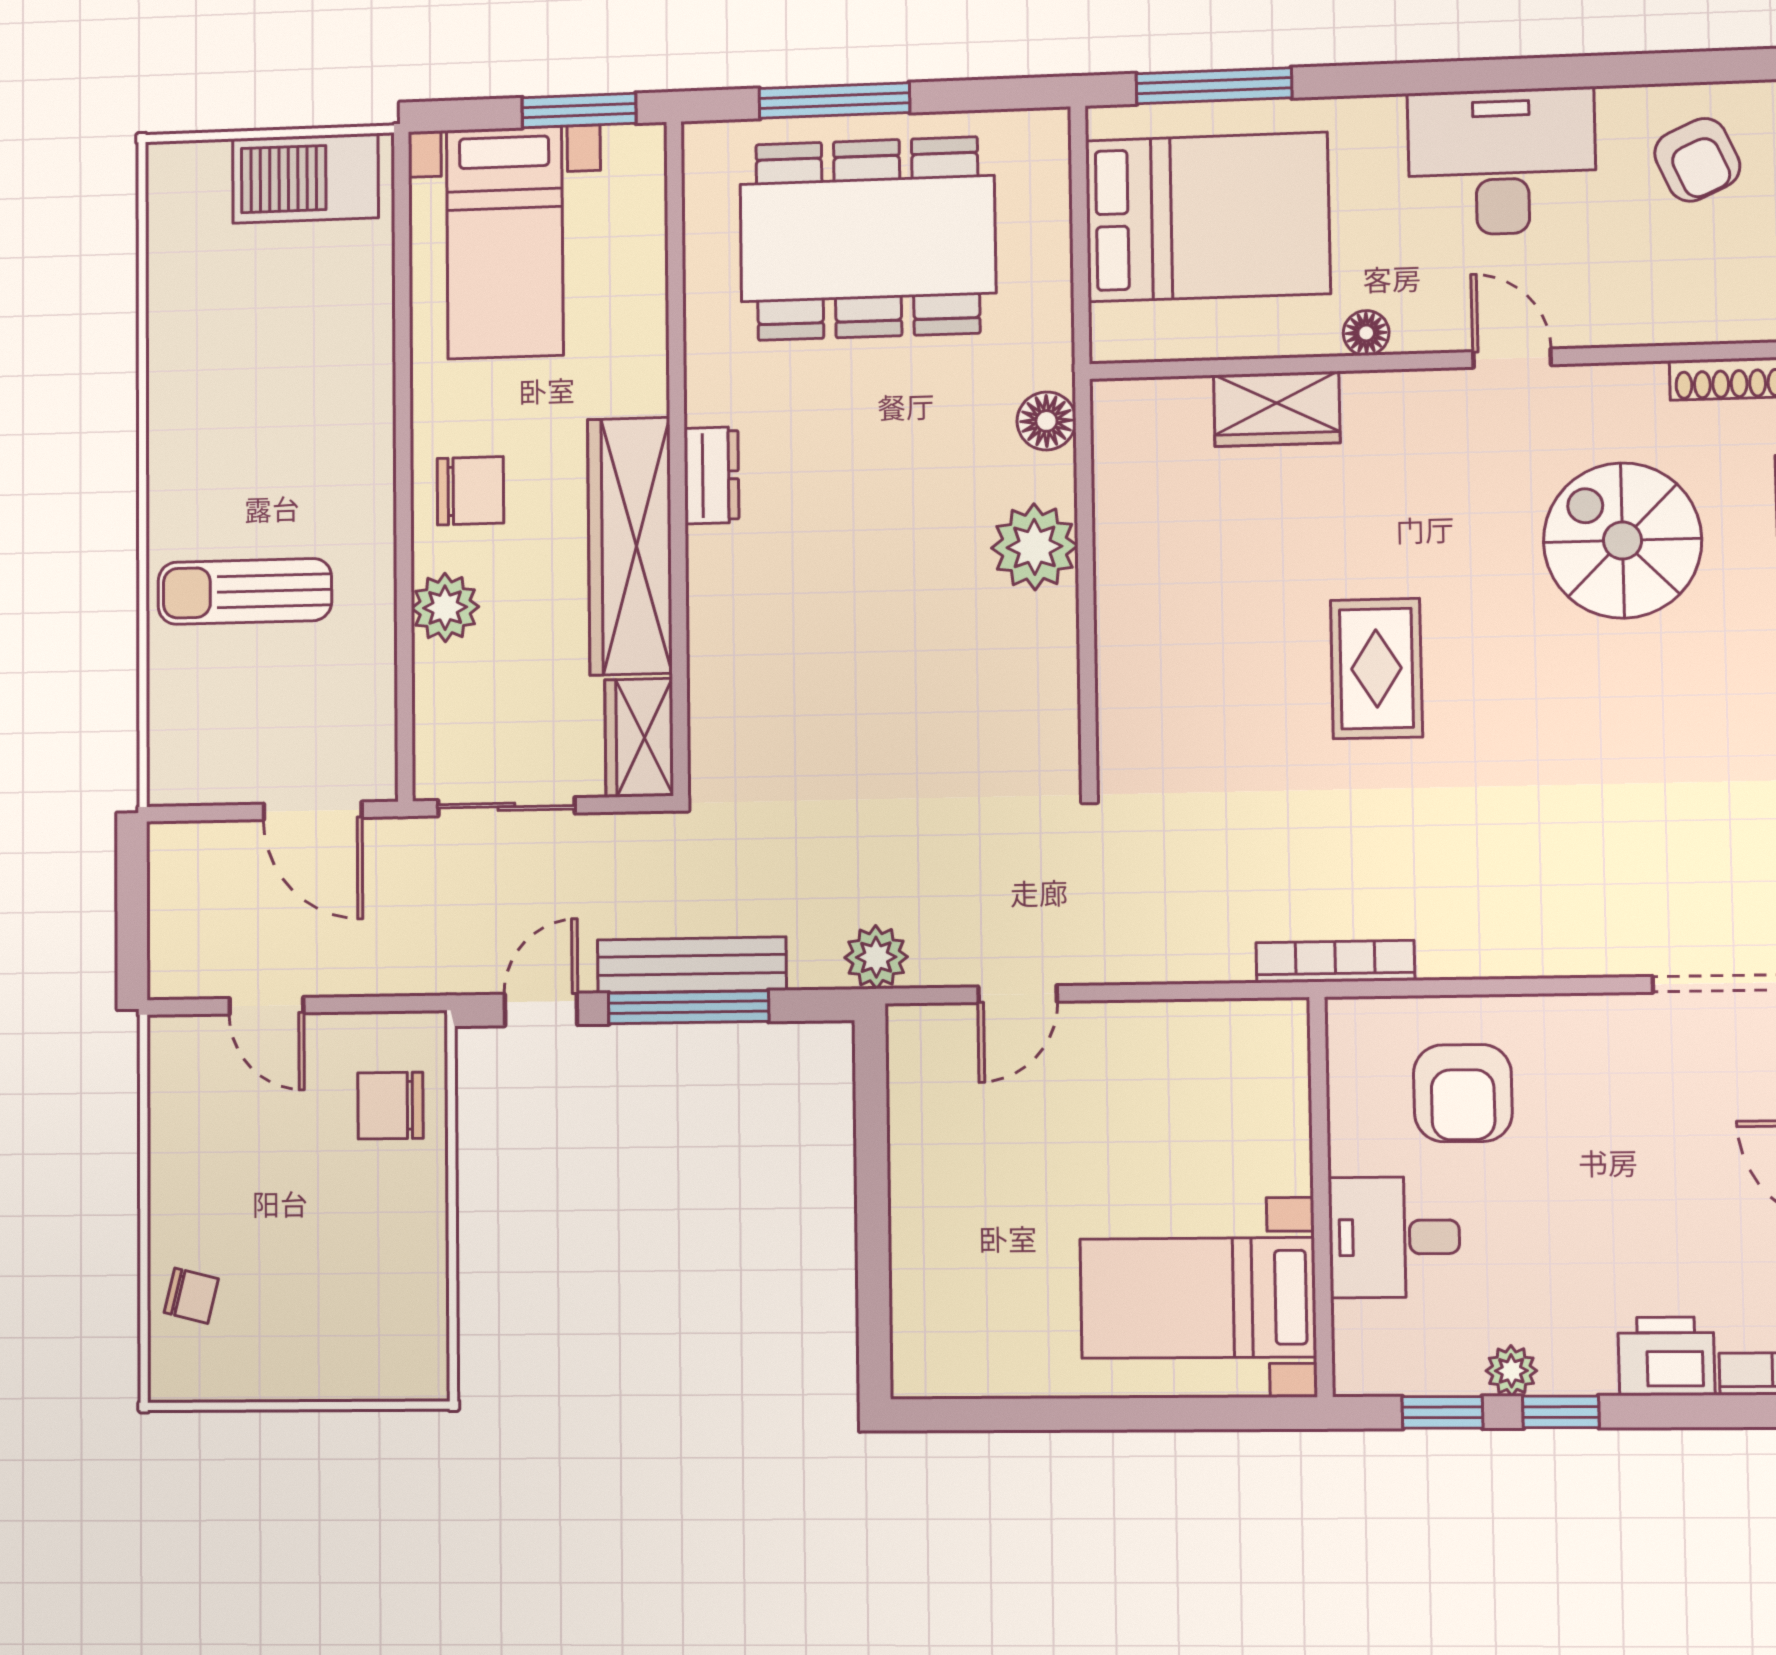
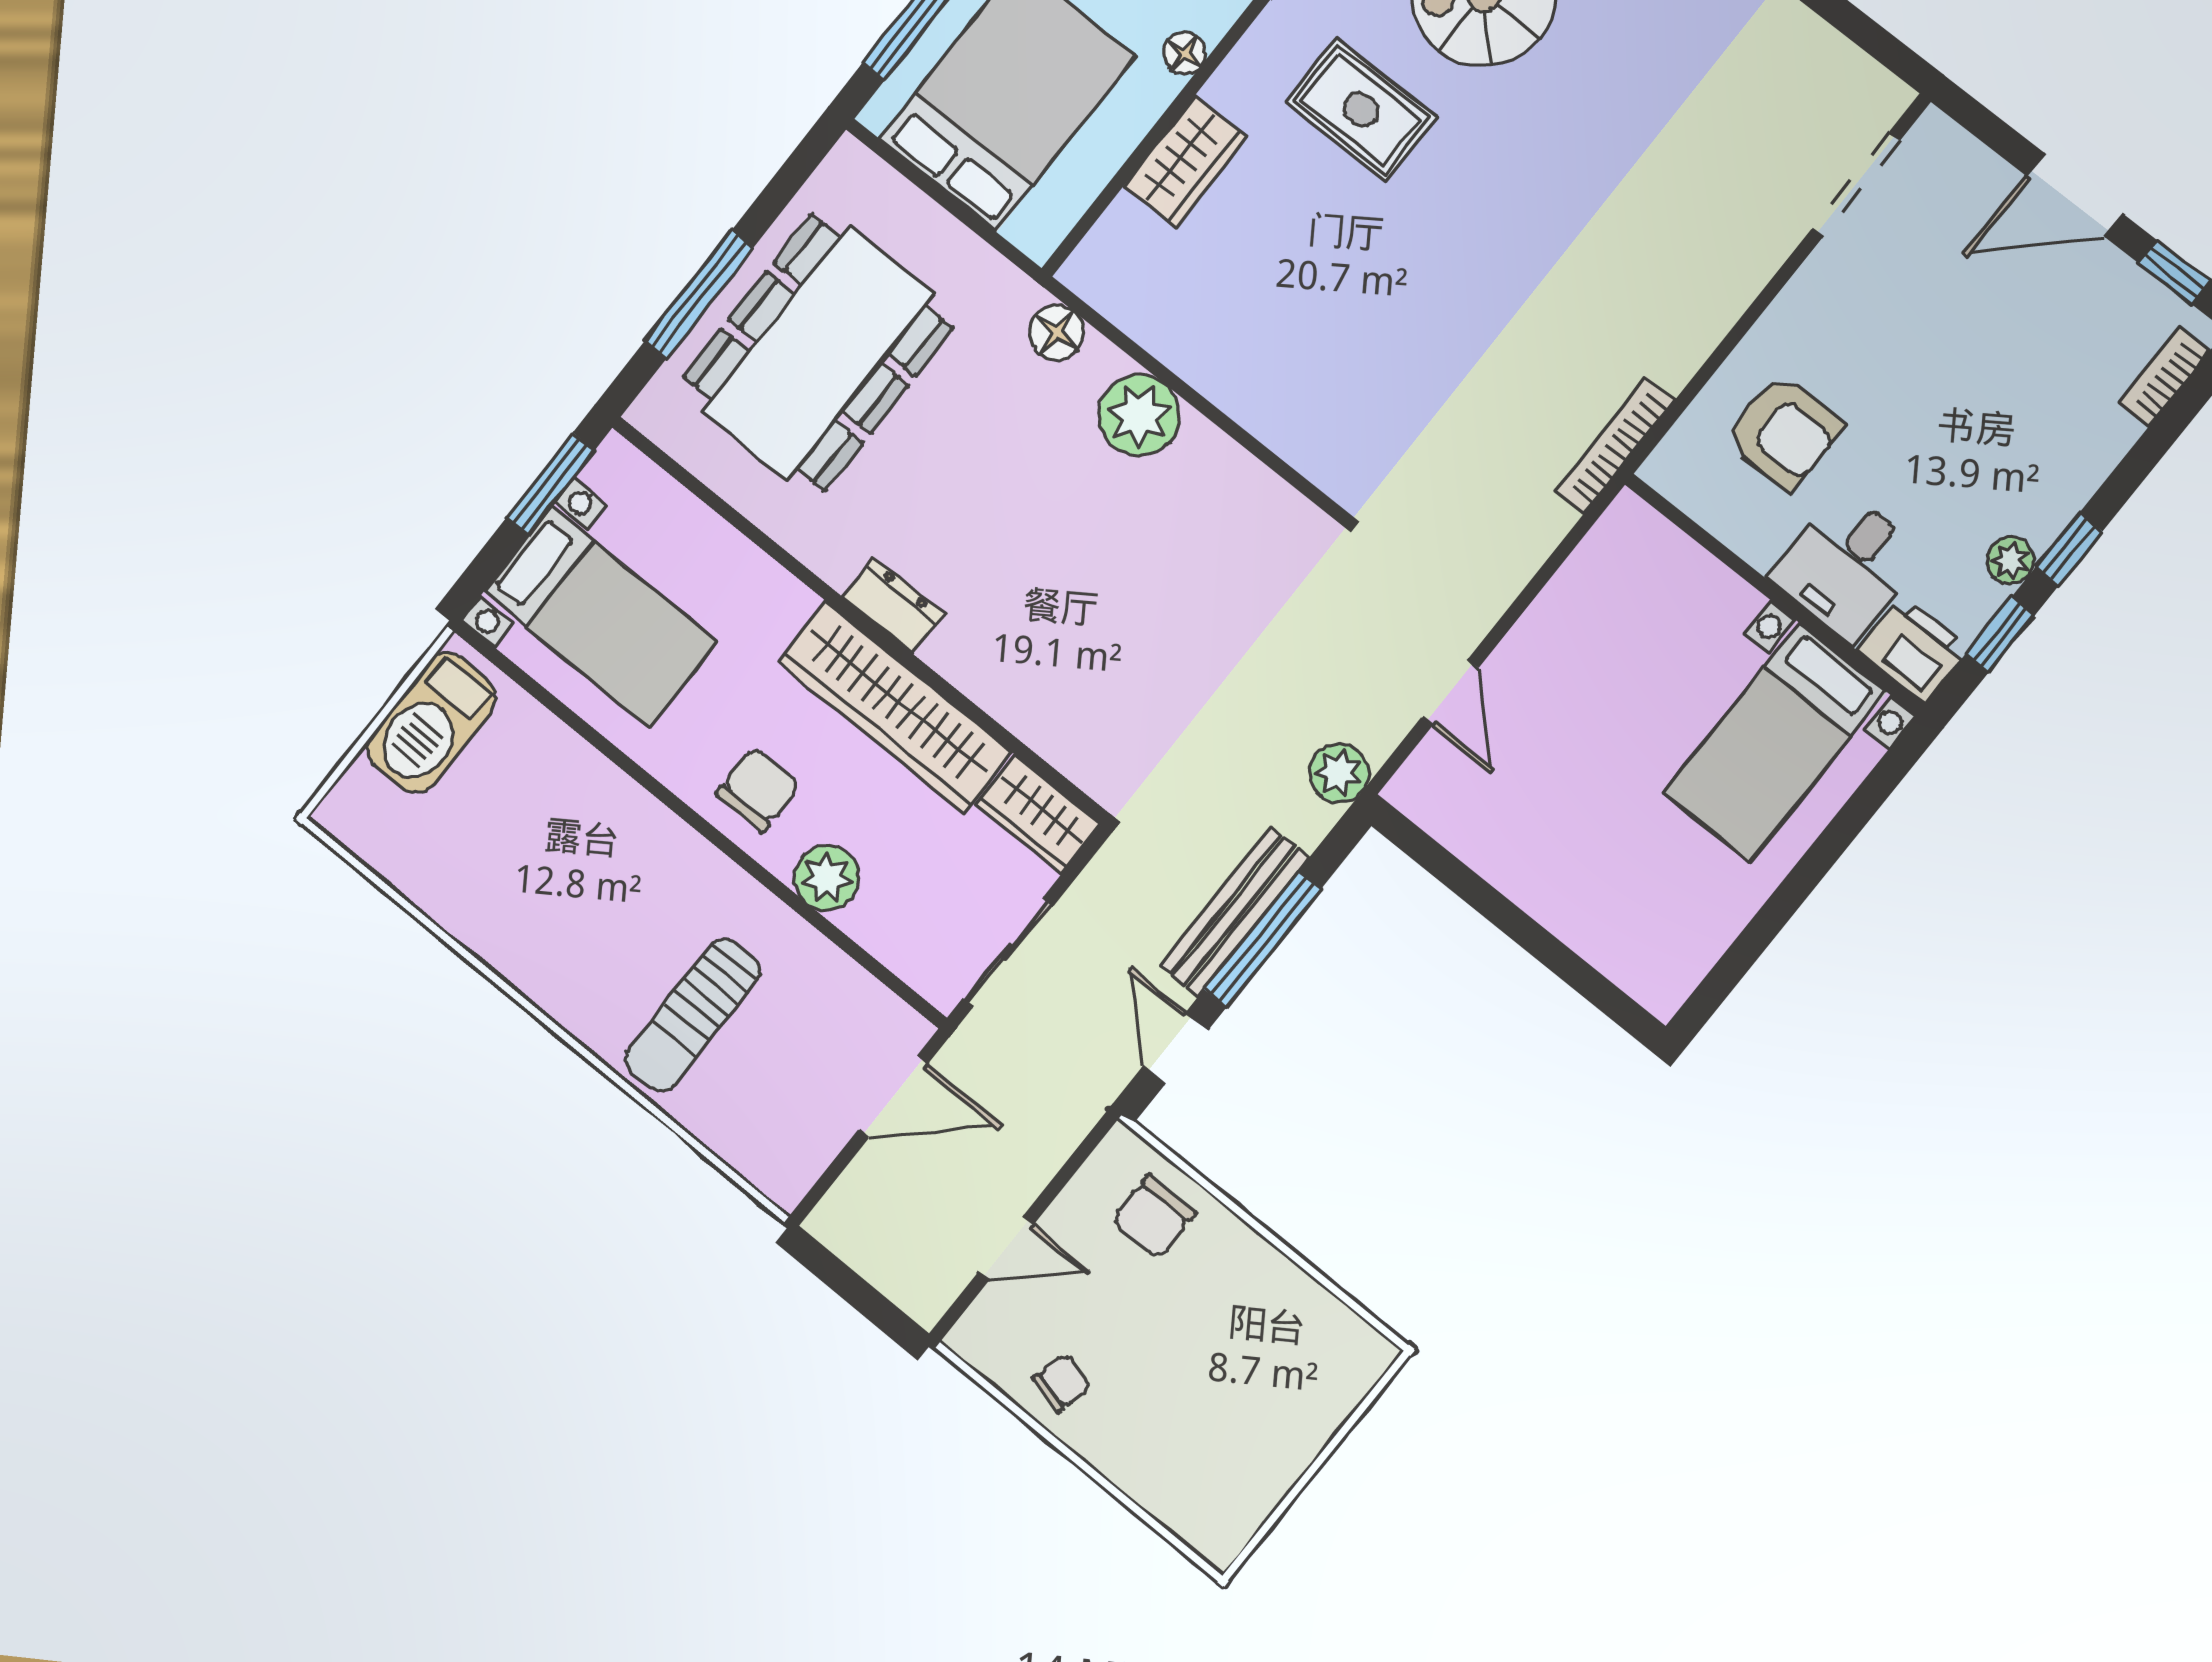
rug: (1376, 669) -> (1361, 110), moved
chair: (191, 1296) -> (1062, 1383), moved
printer: (1666, 1356) -> (1913, 649), moved, turned 90

